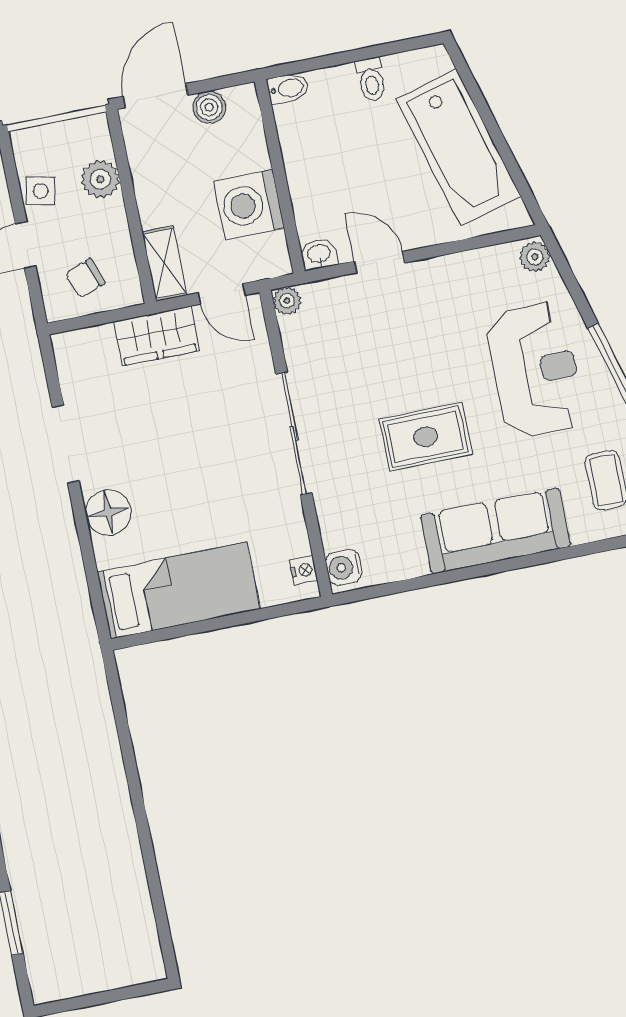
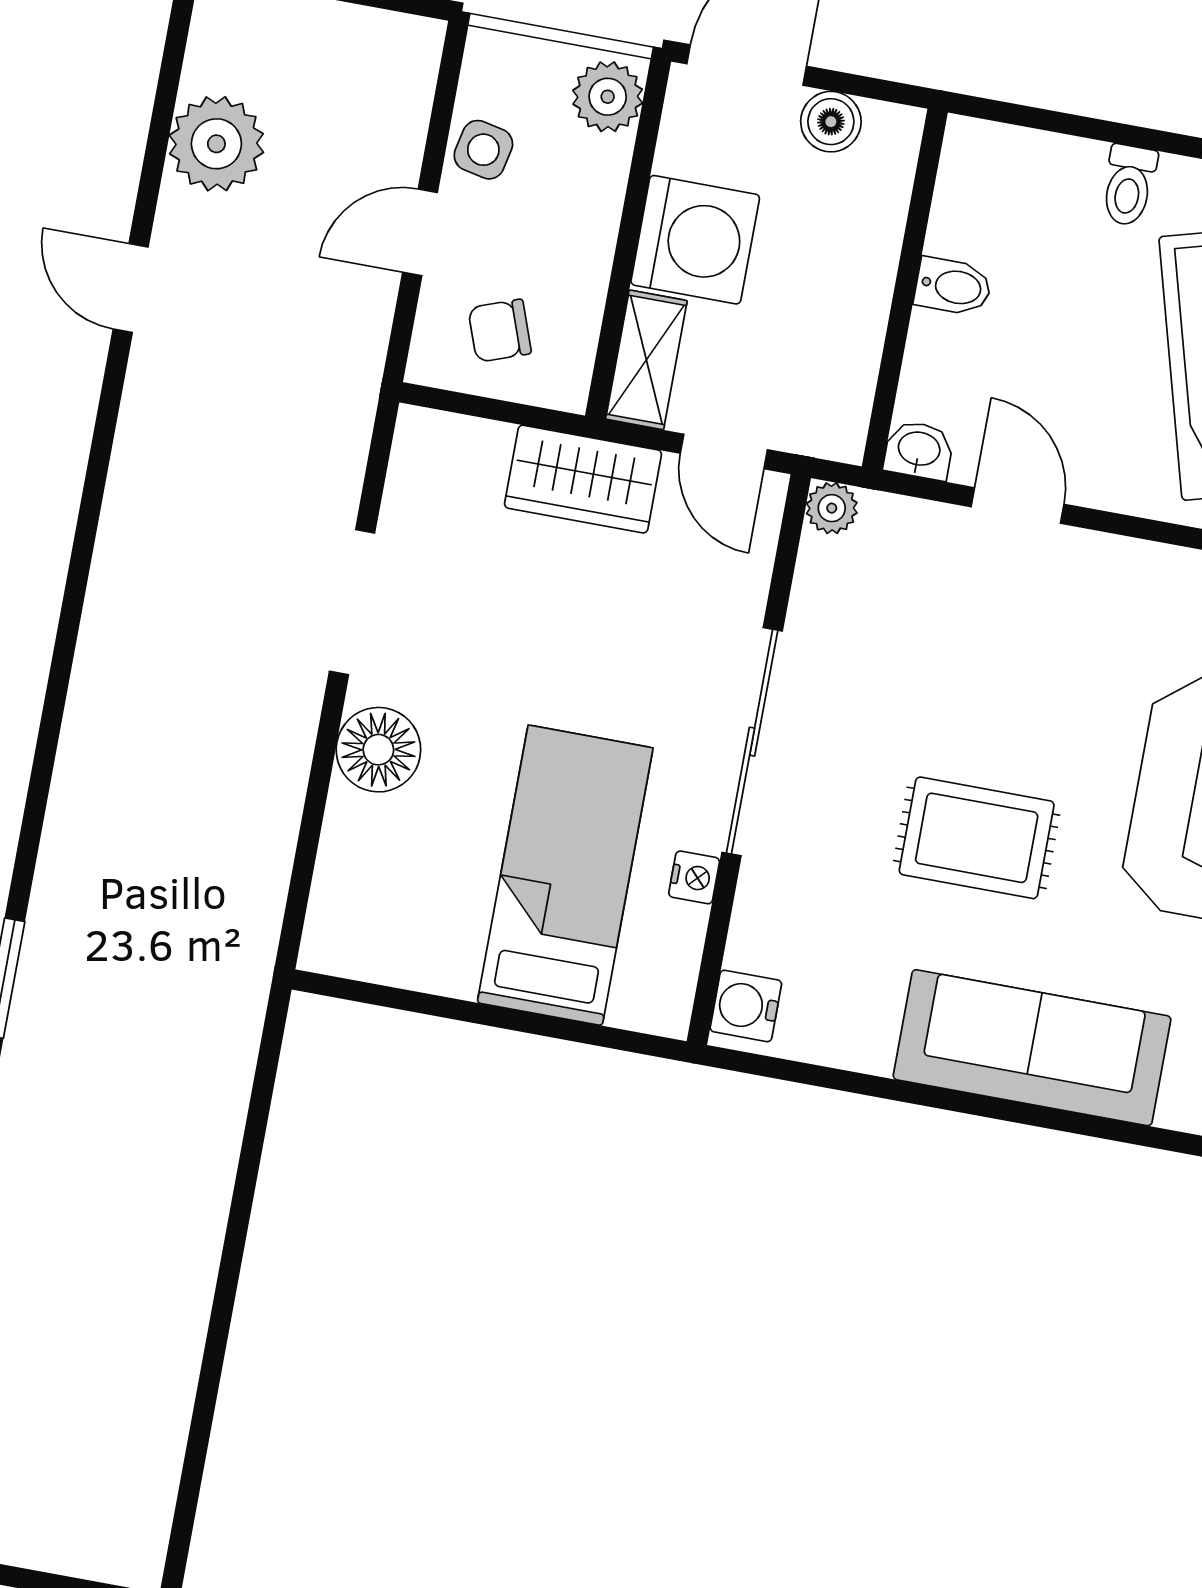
bidet: (288, 88) -> (953, 286), moved
plant: (100, 179) -> (608, 97), moved
washing machine: (249, 205) -> (695, 240), moved, turned 180
nightstand: (304, 570) -> (694, 877), moved
bed: (179, 591) -> (565, 875), moved, turned -90

